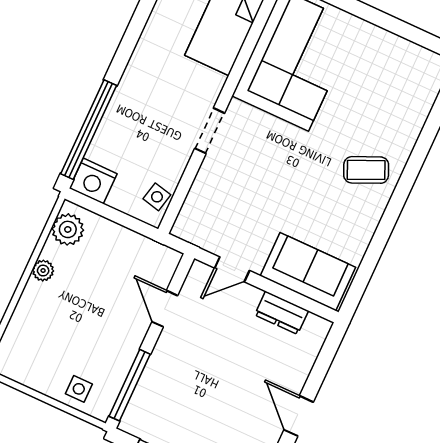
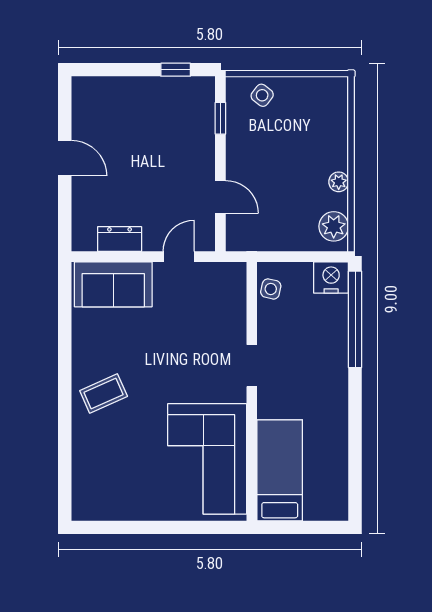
window: (130, 385) -> (220, 118), width x0.46
side table: (79, 389) -> (262, 95), turned 38

